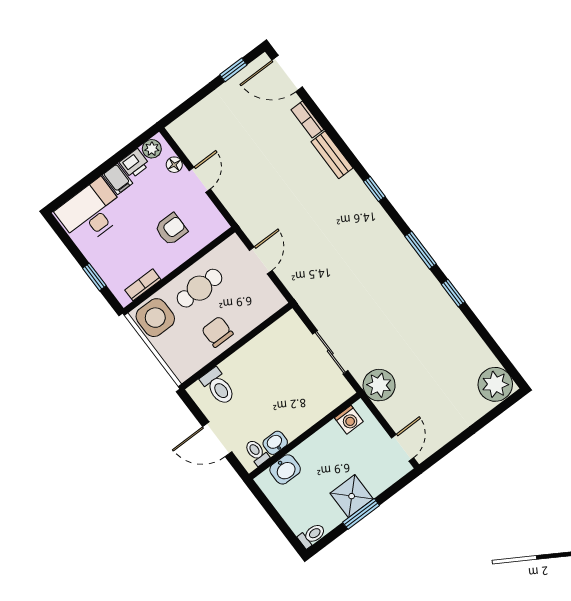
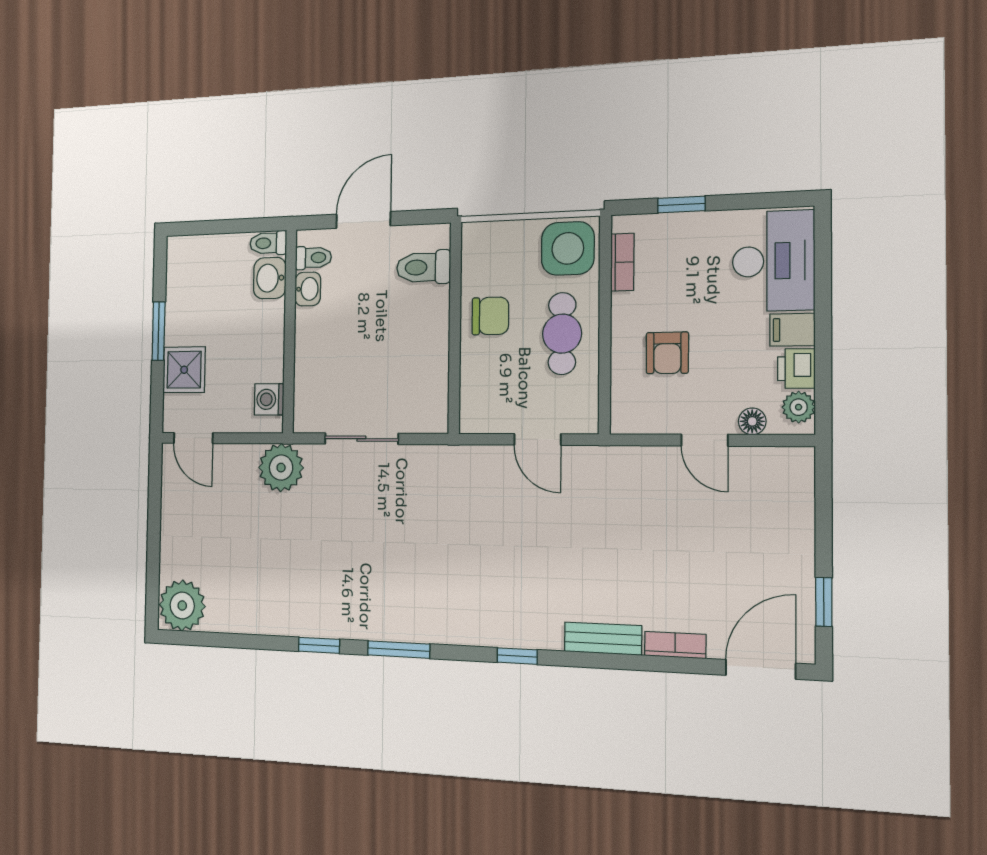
shower: (352, 496) -> (184, 370), moved
toilet: (312, 535) -> (268, 243), moved, turned 90

